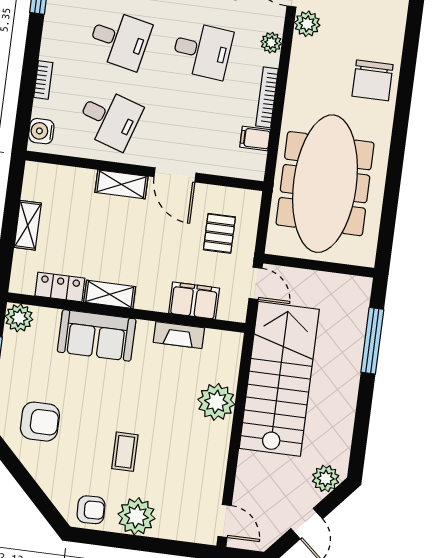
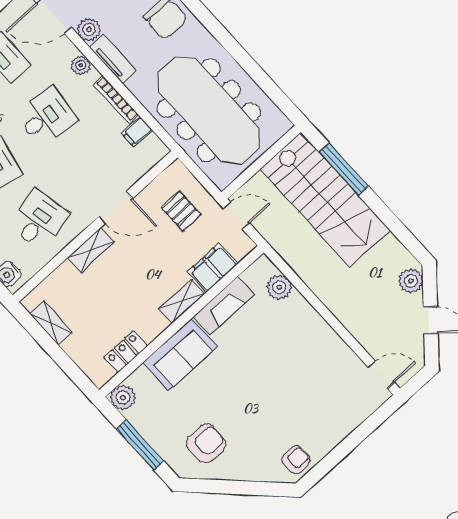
tv unit: (299, 66) -> (113, 59), added
desk: (109, 118) -> (39, 220), turned -30
shelving: (28, 225) -> (51, 323), moved
shelving: (110, 294) -> (182, 301), moved
fireplace: (179, 335) -> (223, 306), width x1.37, depth x1.32
stairs: (279, 379) -> (325, 200), moved, turned 180
plant: (216, 402) -> (279, 287), moved, width x0.73, depth x0.73
coffee table: (125, 452) -> (276, 403), removed
plant: (137, 516) -> (327, 432), removed

